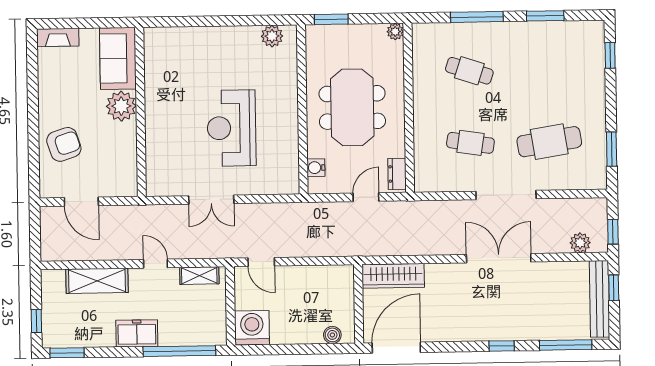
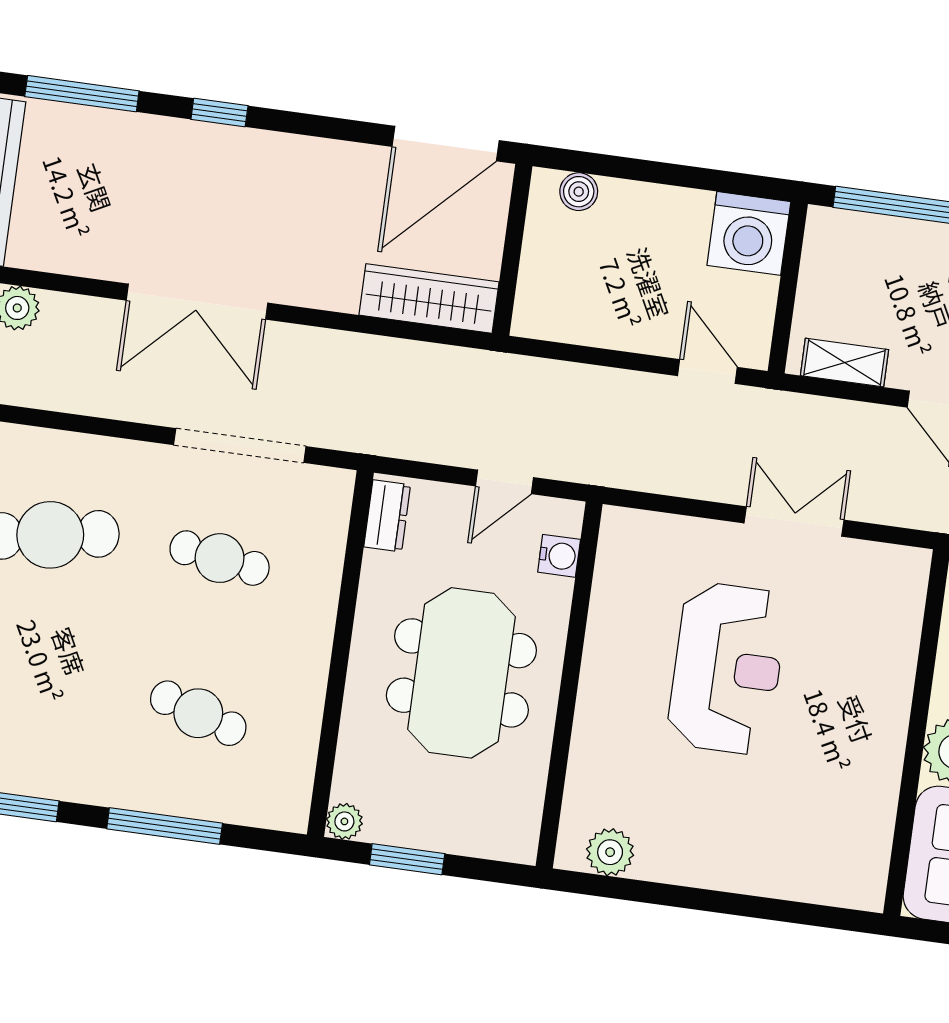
window: (331, 19) -> (407, 859), moved
doorway: (506, 195) -> (240, 446), moved
door: (366, 197) -> (505, 482), moved

